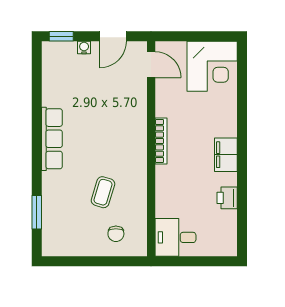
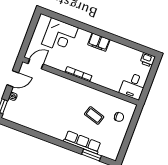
door: (113, 36) -> (13, 79), hinge flipped
corner desk: (212, 66) -> (60, 36), moved, turned 90
row of seats: (52, 139) -> (82, 142), moved
printer: (227, 198) -> (148, 60), moved

